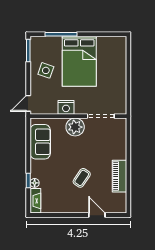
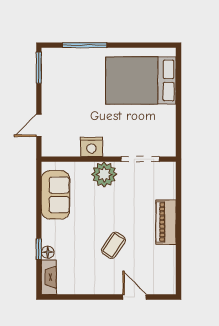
bed: (79, 61) -> (141, 80), moved, turned 90
side table: (46, 70) -> (63, 95), removed
door: (28, 103) -> (39, 125), moved
piano: (119, 176) -> (166, 222), moved

